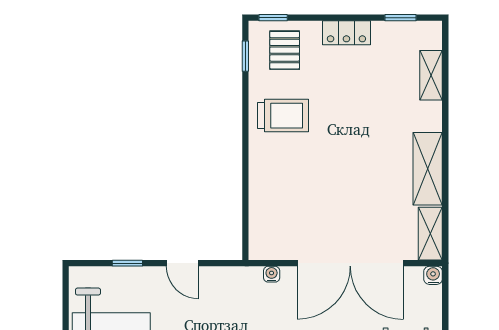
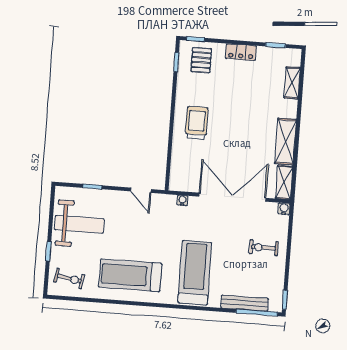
trolley: (283, 116) -> (197, 123), moved, turned -90
door: (182, 263) -> (141, 190), moved
double door: (350, 263) -> (232, 197), swing flipped

